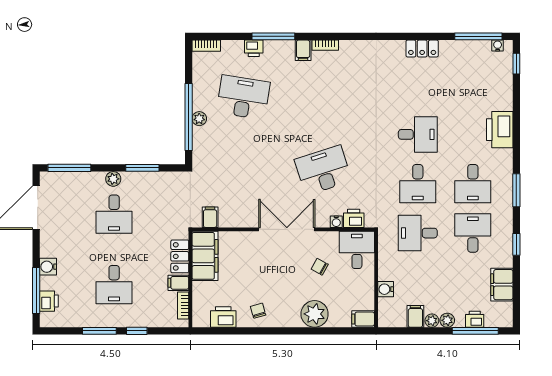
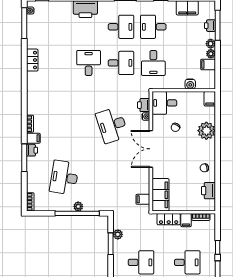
printer: (254, 48) -> (32, 150), moved
plant: (113, 179) -> (118, 234), moved
filing cabinet: (205, 256) -> (160, 195), moved, turned 90

